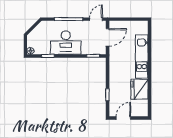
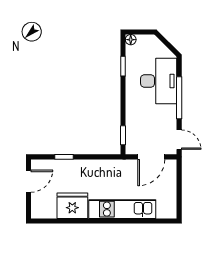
door: (107, 37) -> (151, 157), hinge flipped
desk: (66, 43) -> (159, 81), moved, turned 180
door: (123, 118) -> (29, 181), hinge flipped

